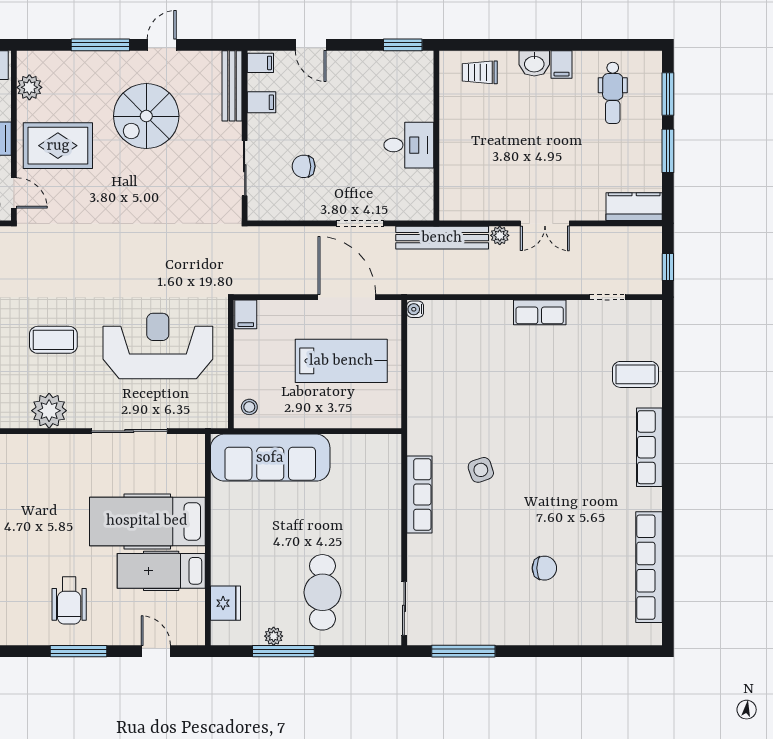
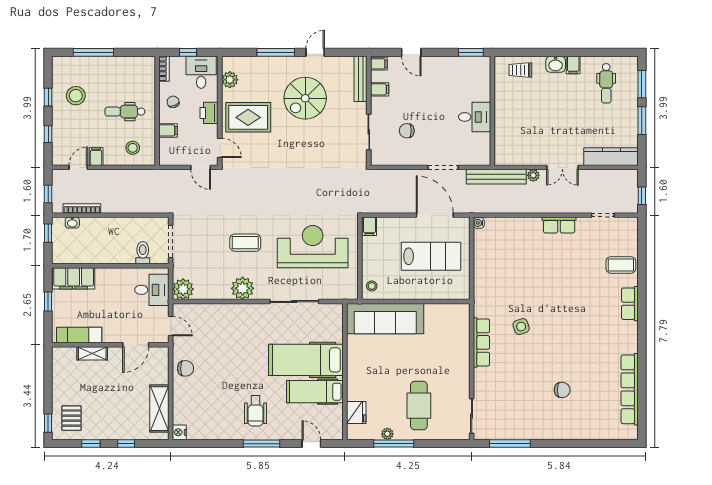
kitchen counter: (634, 207) -> (611, 157), width x1.50
row of seats: (649, 447) -> (630, 304), width x0.68

